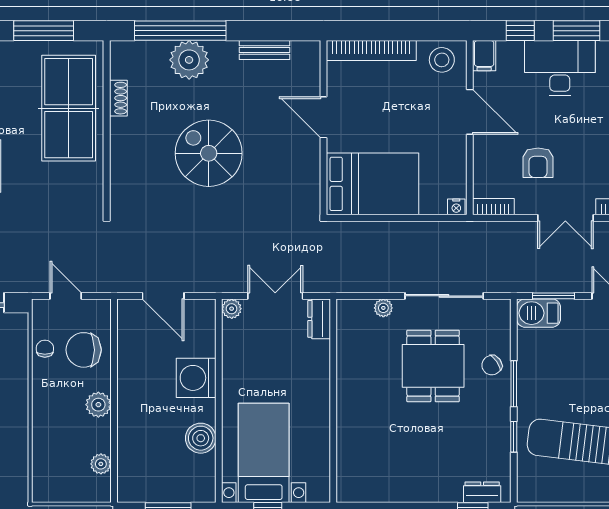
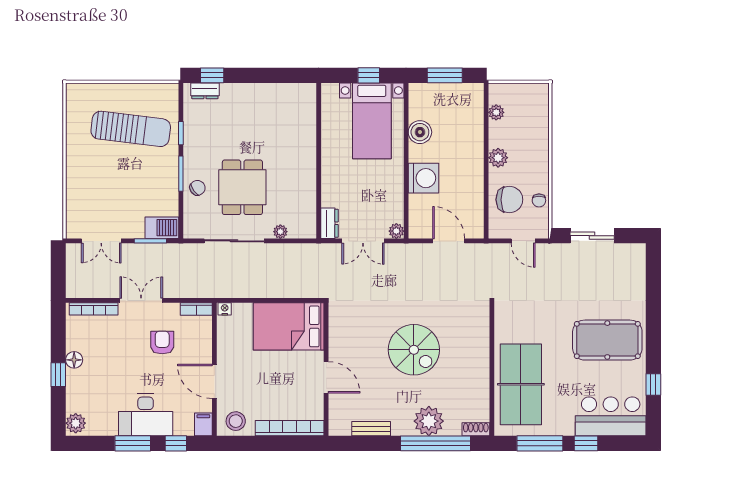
shoe rack: (118, 98) -> (476, 429), moved, turned 90

